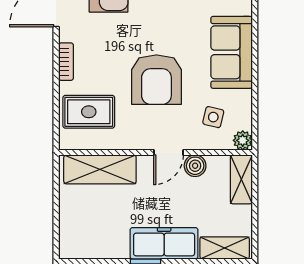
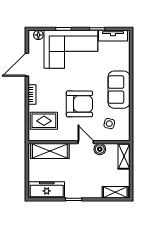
armchair: (156, 80) -> (79, 104), turned -90
plant: (243, 140) -> (125, 136), removed
door: (169, 152) -> (86, 142), swing flipped
freezer: (164, 243) -> (47, 190), moved

